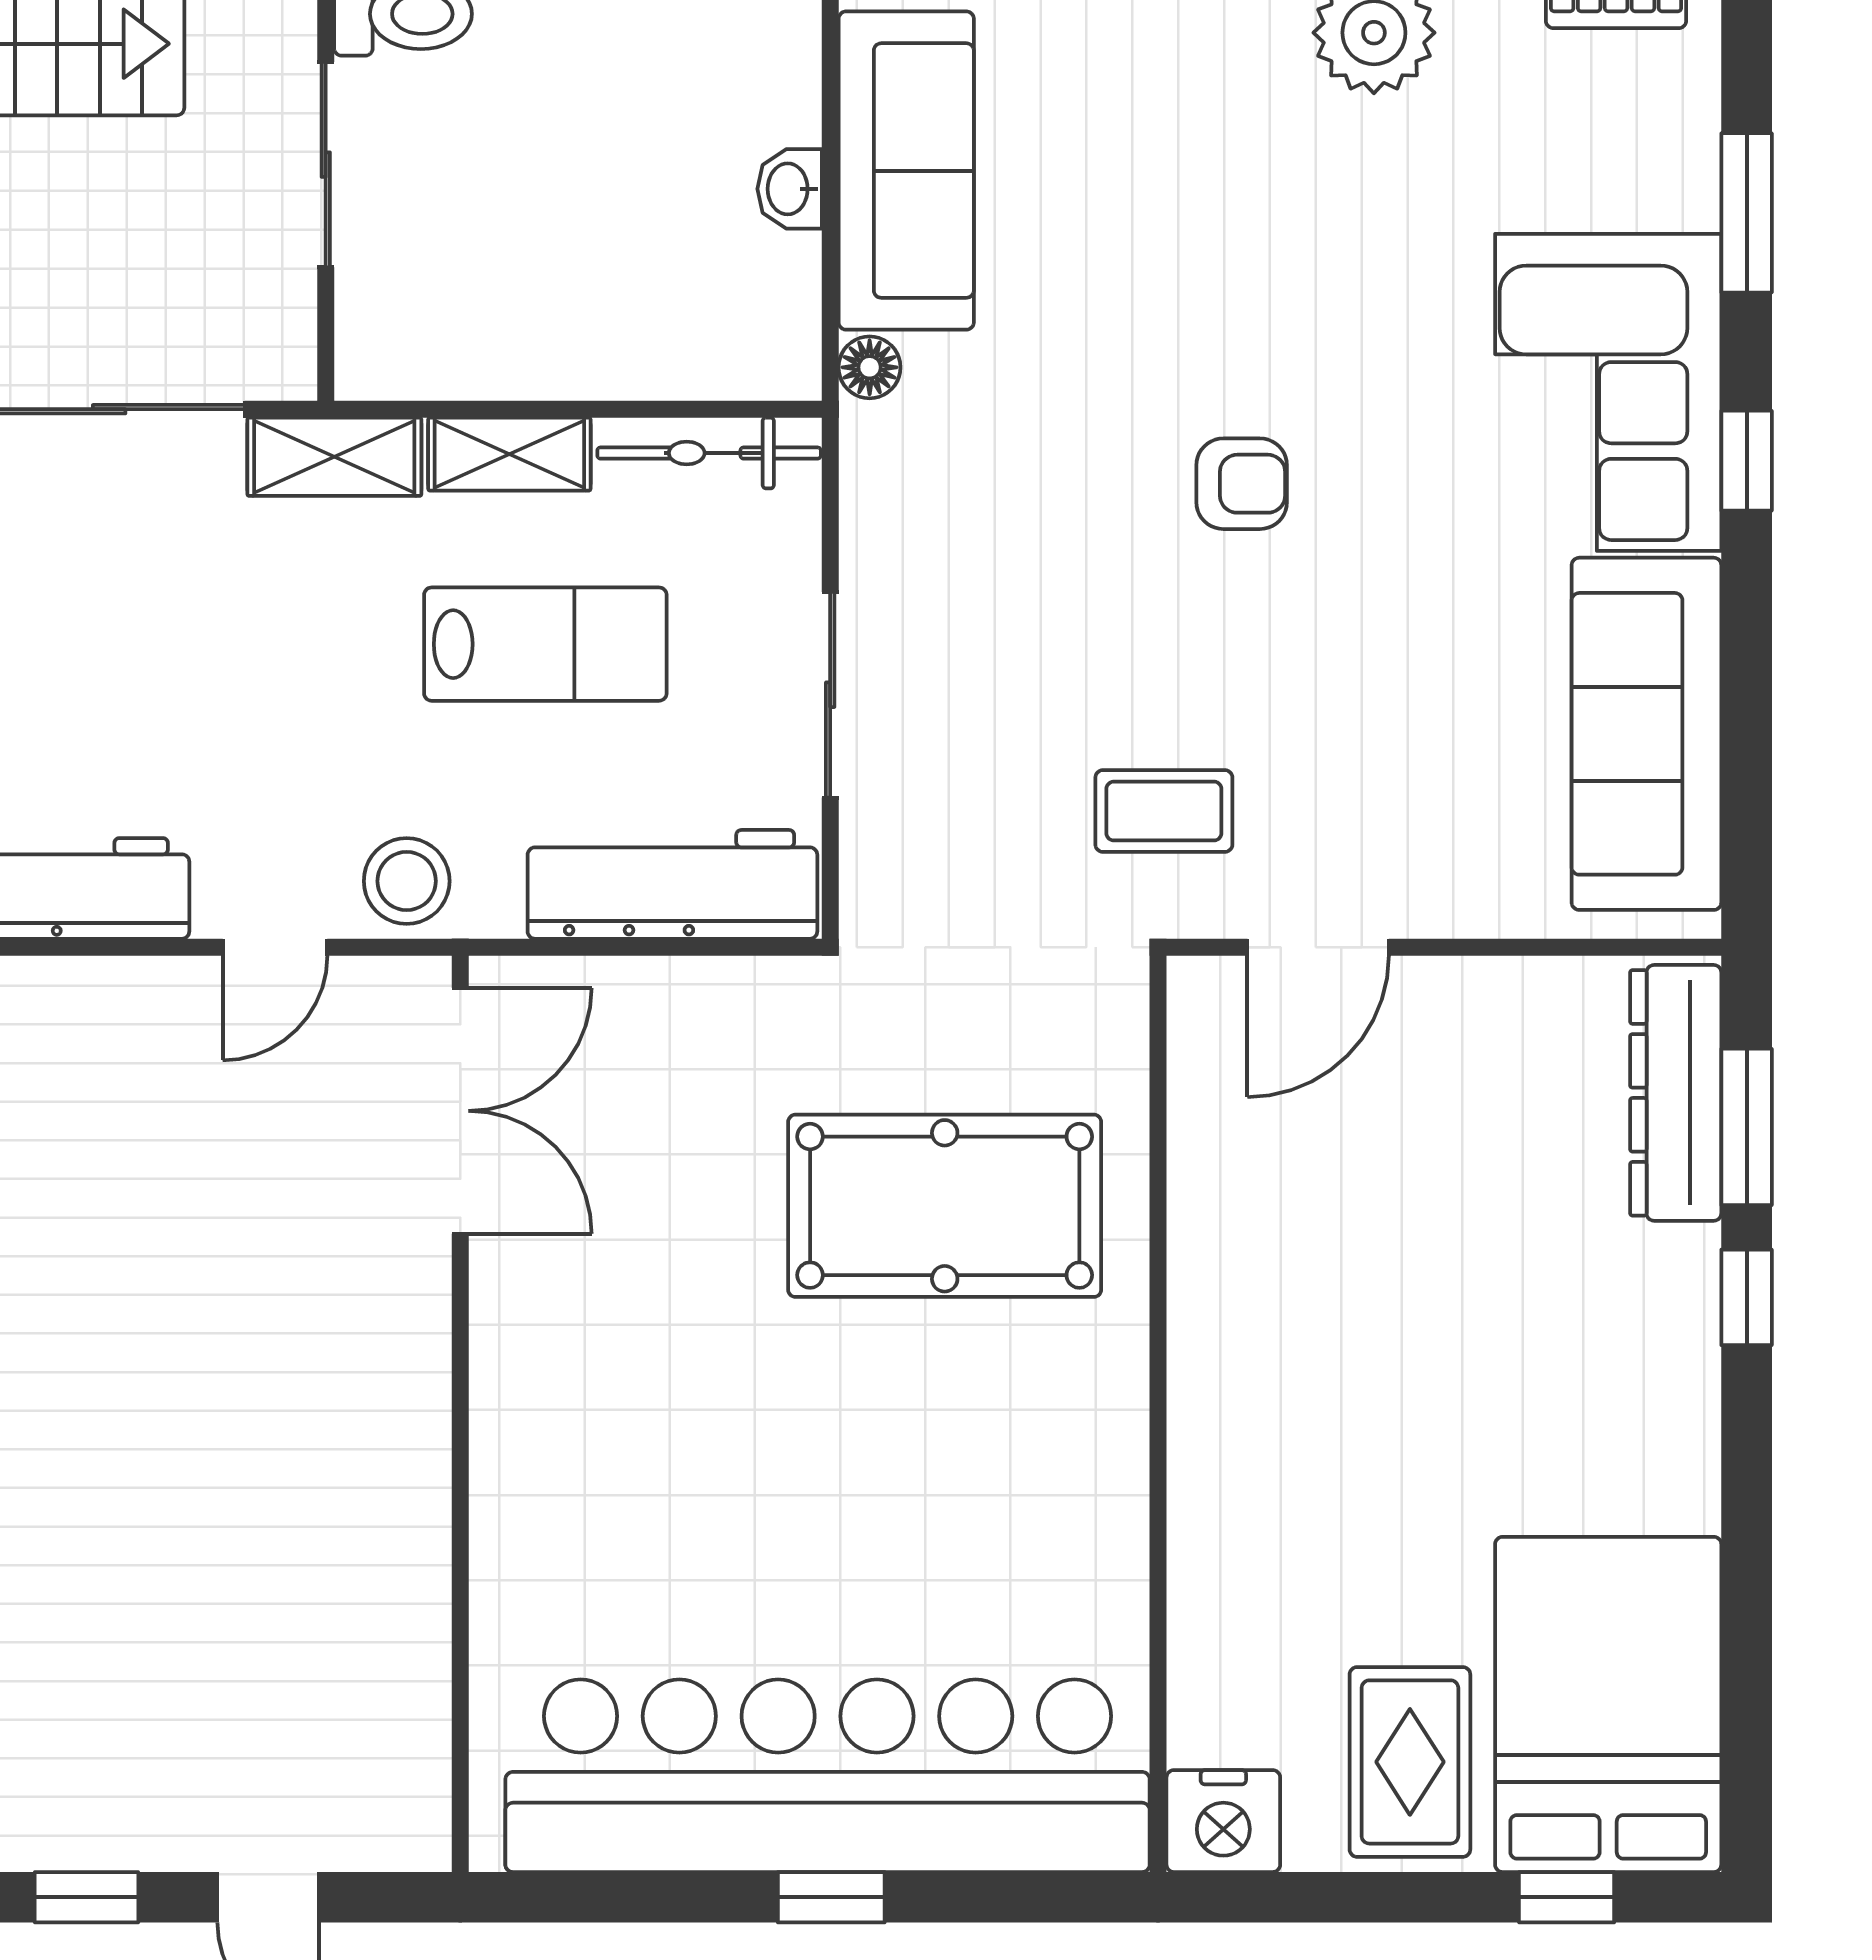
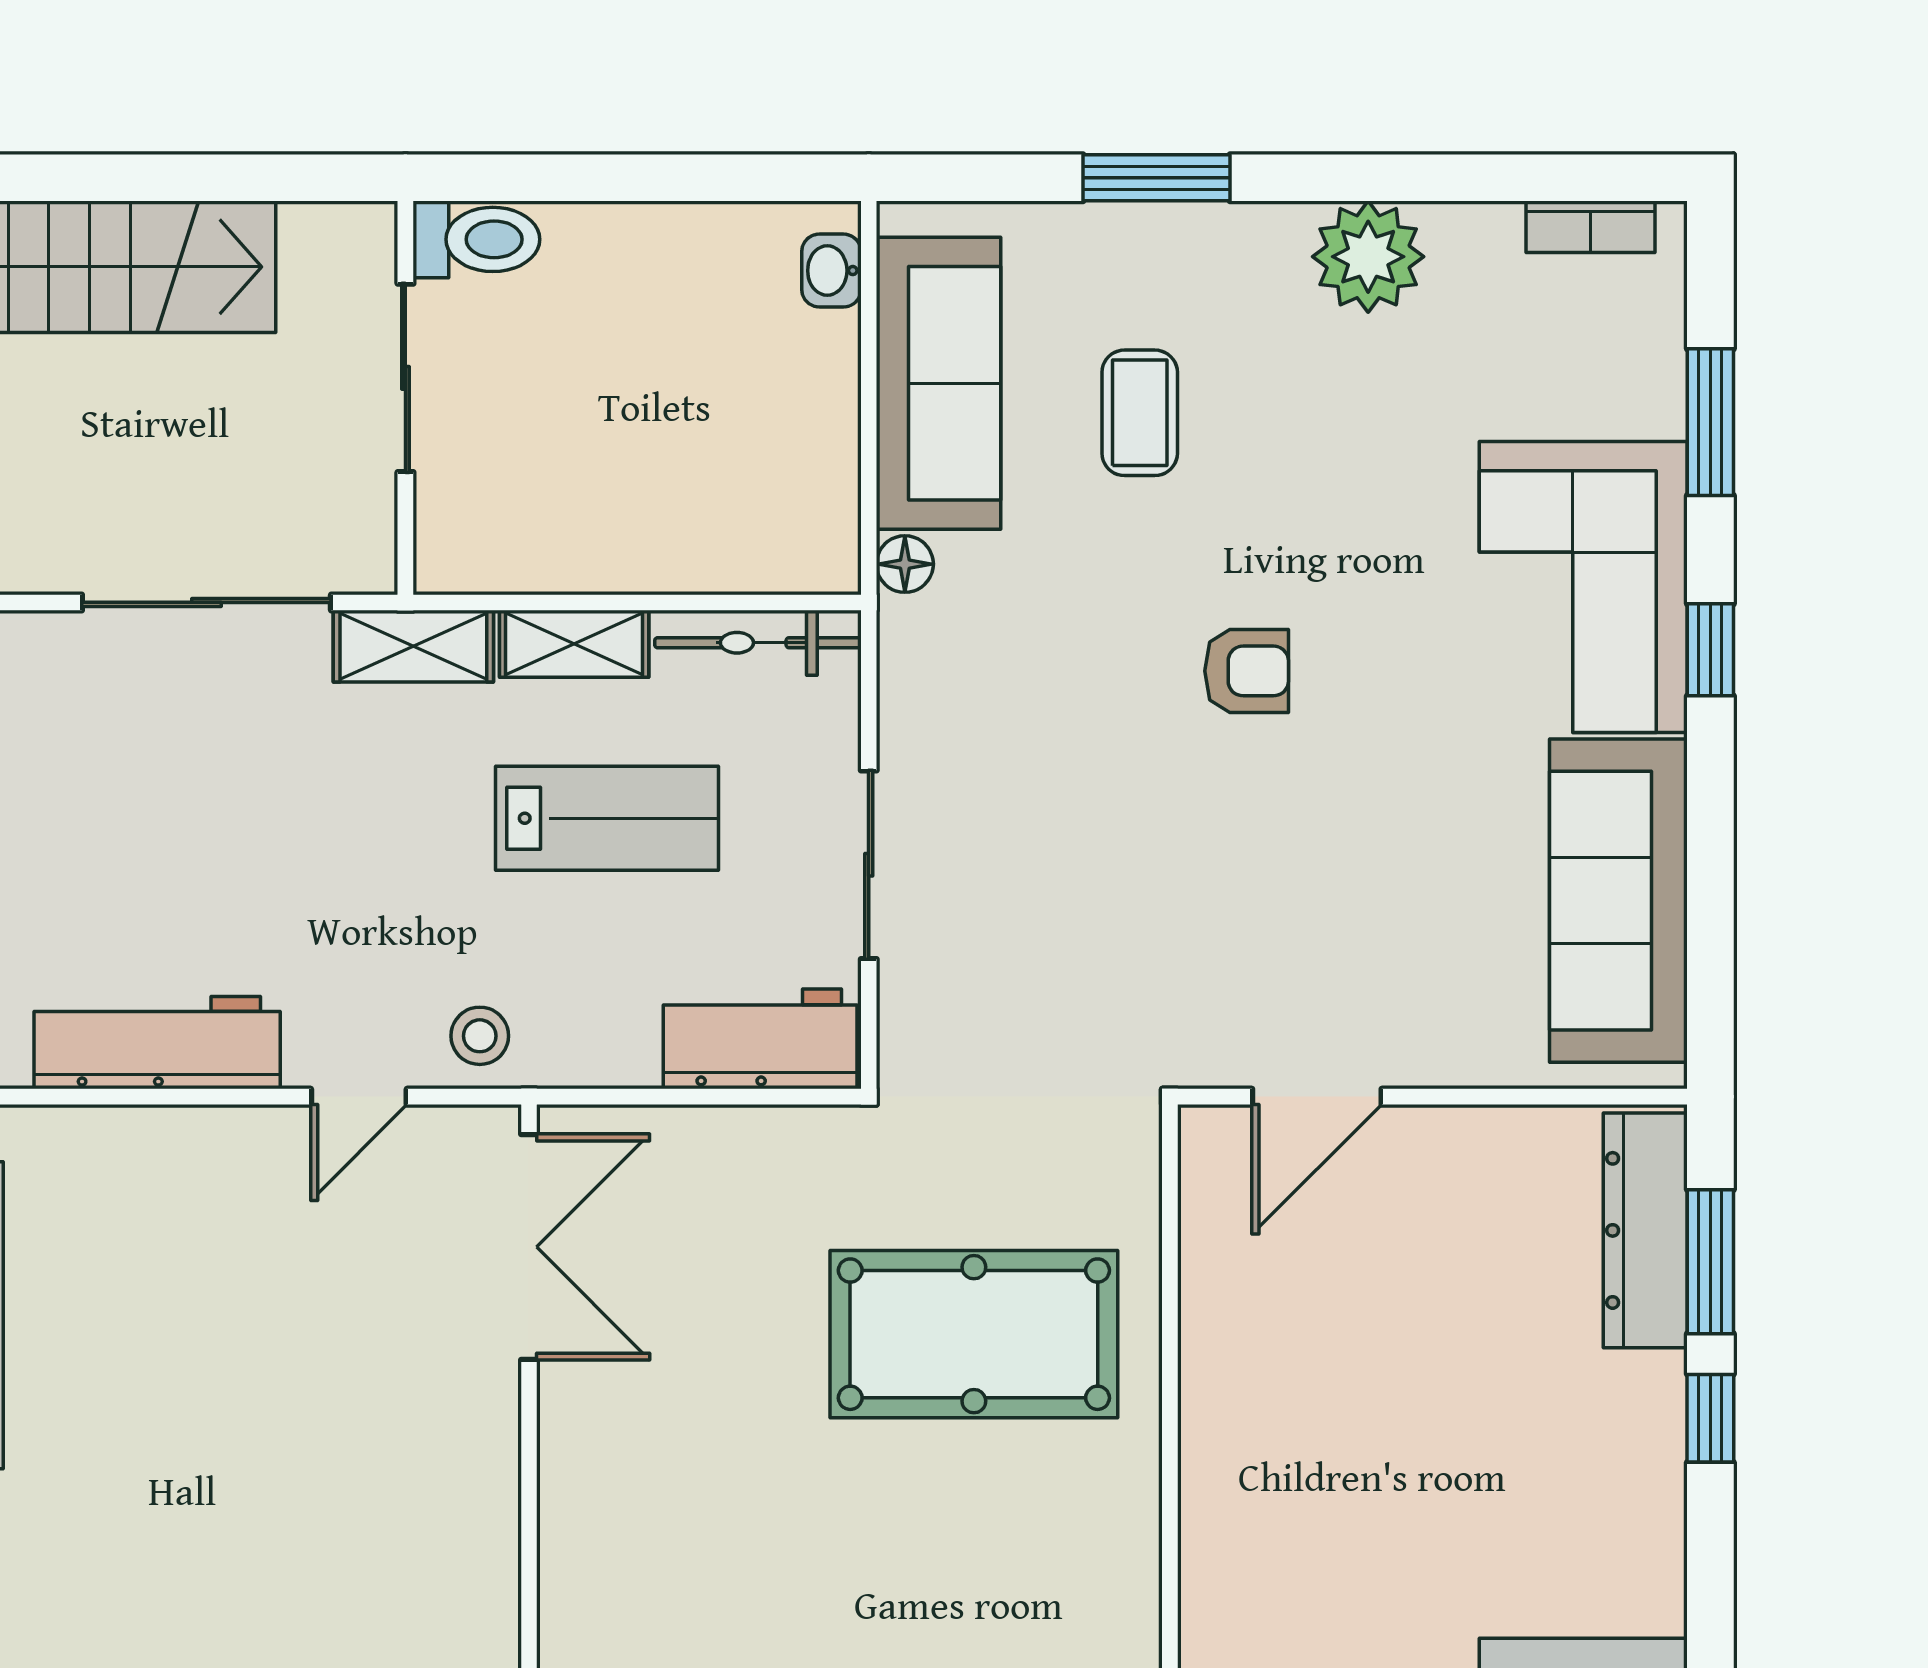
washbasin: (790, 189) -> (831, 271), moved
coffee table: (1164, 811) -> (1140, 413), moved, turned 90
stool: (407, 881) -> (480, 1036), width x0.73, depth x0.73
workbench: (672, 884) -> (760, 1039), width x0.73

